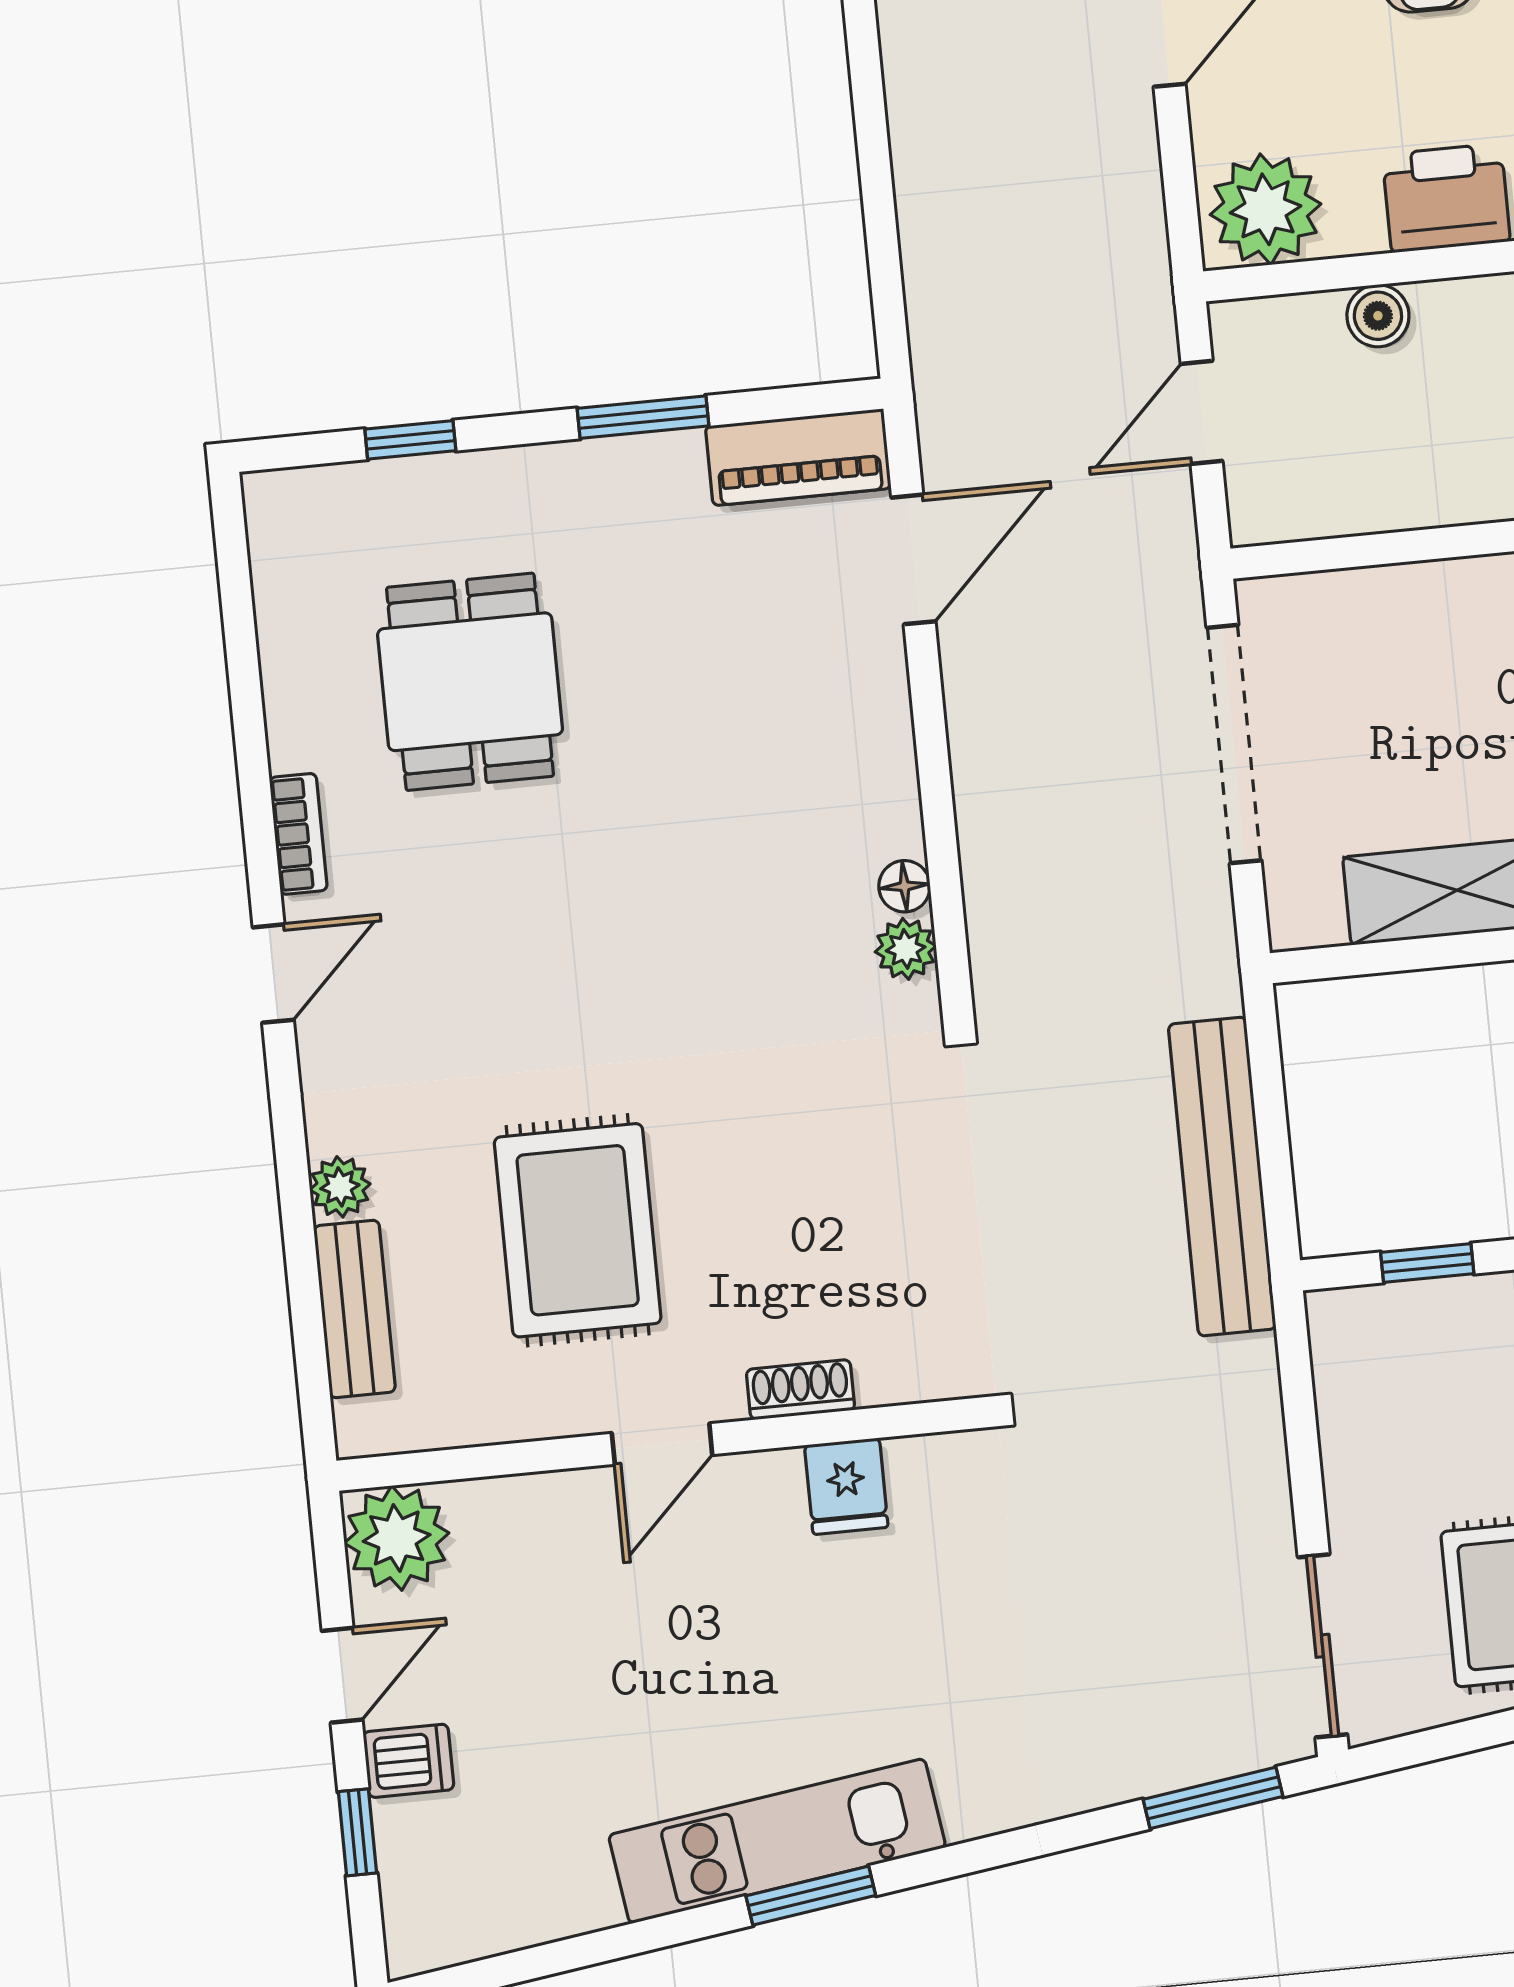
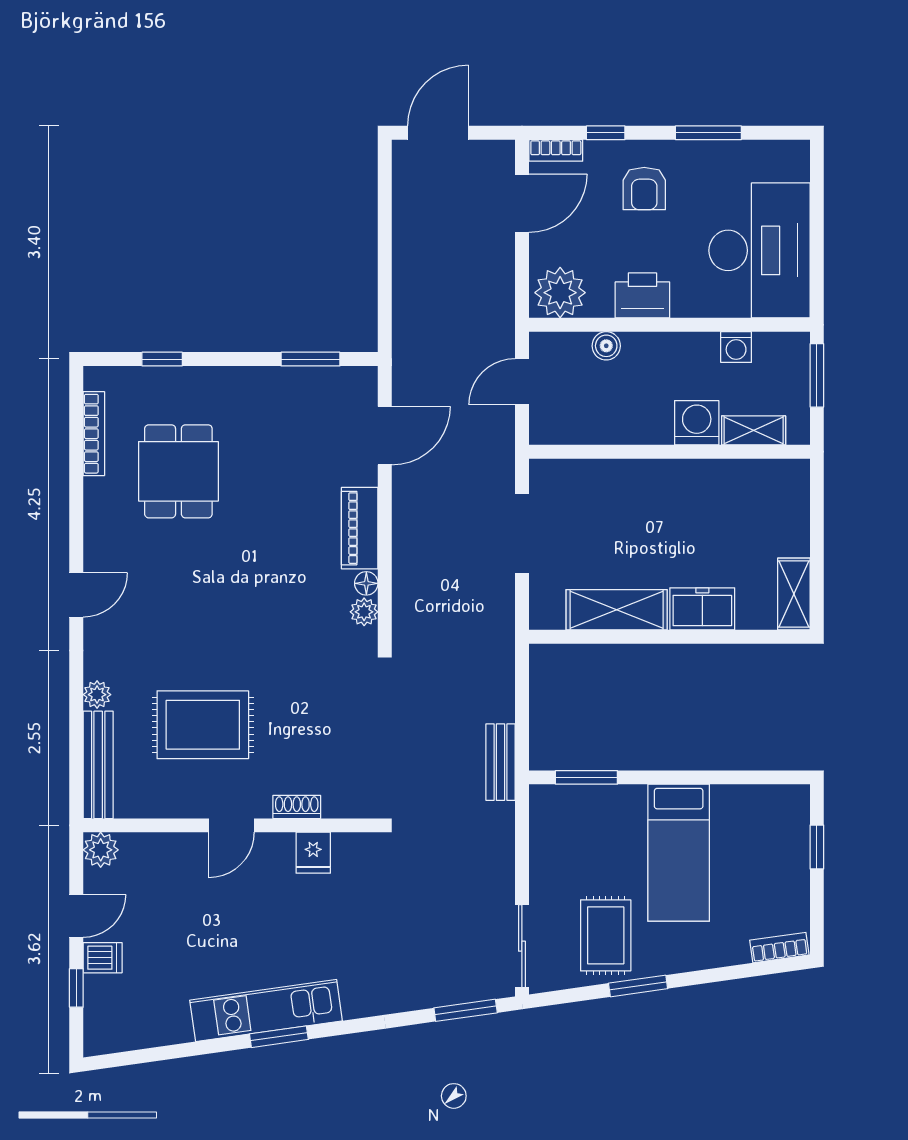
window: (643, 417) -> (311, 359), moved
piano: (798, 457) -> (360, 528), moved, turned 90
doorway: (1234, 744) -> (522, 534), width x0.73
bookcase: (298, 834) -> (94, 434), moved, width x1.56
bench: (1222, 1177) -> (501, 762), width x0.54, depth x0.82
rug: (578, 1230) -> (203, 725), turned 90
window: (1427, 1263) -> (586, 777), width x1.50
bench: (354, 1309) -> (98, 765), width x1.36
plant: (397, 1538) -> (101, 850), width x0.73, depth x0.73

